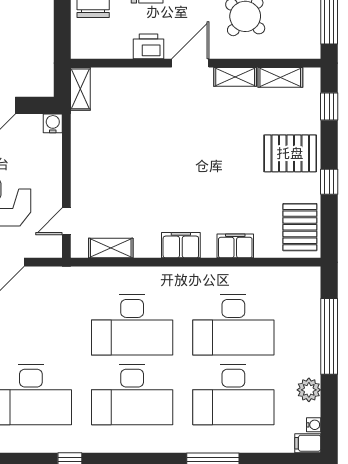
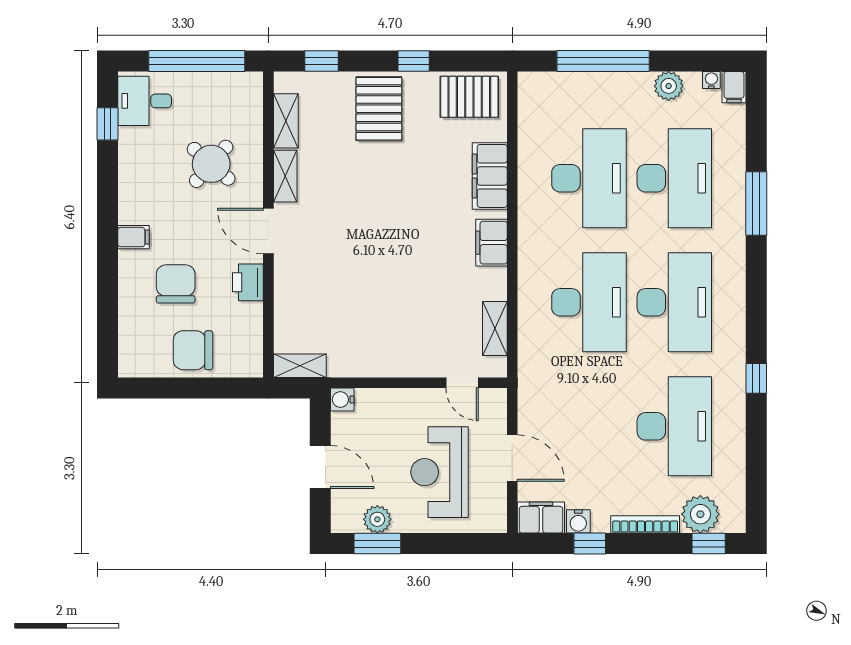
filing cabinet: (235, 246) -> (490, 176), width x1.50, depth x1.17

